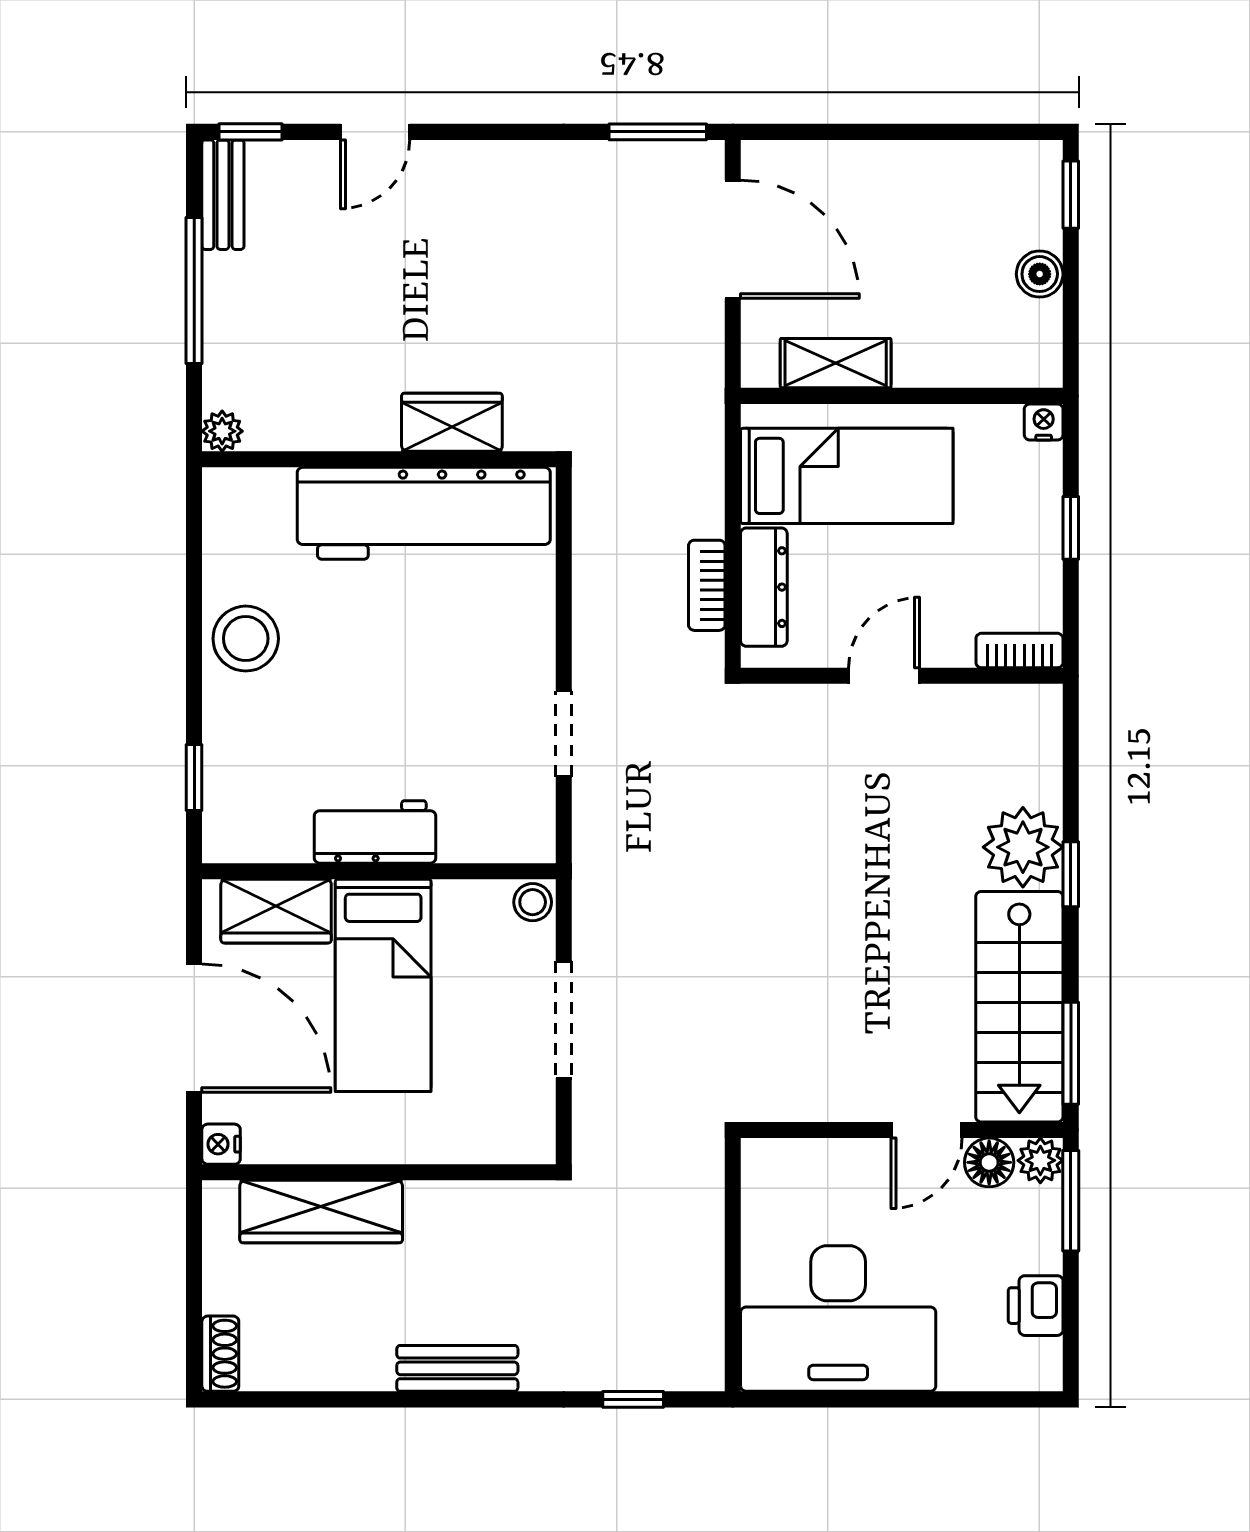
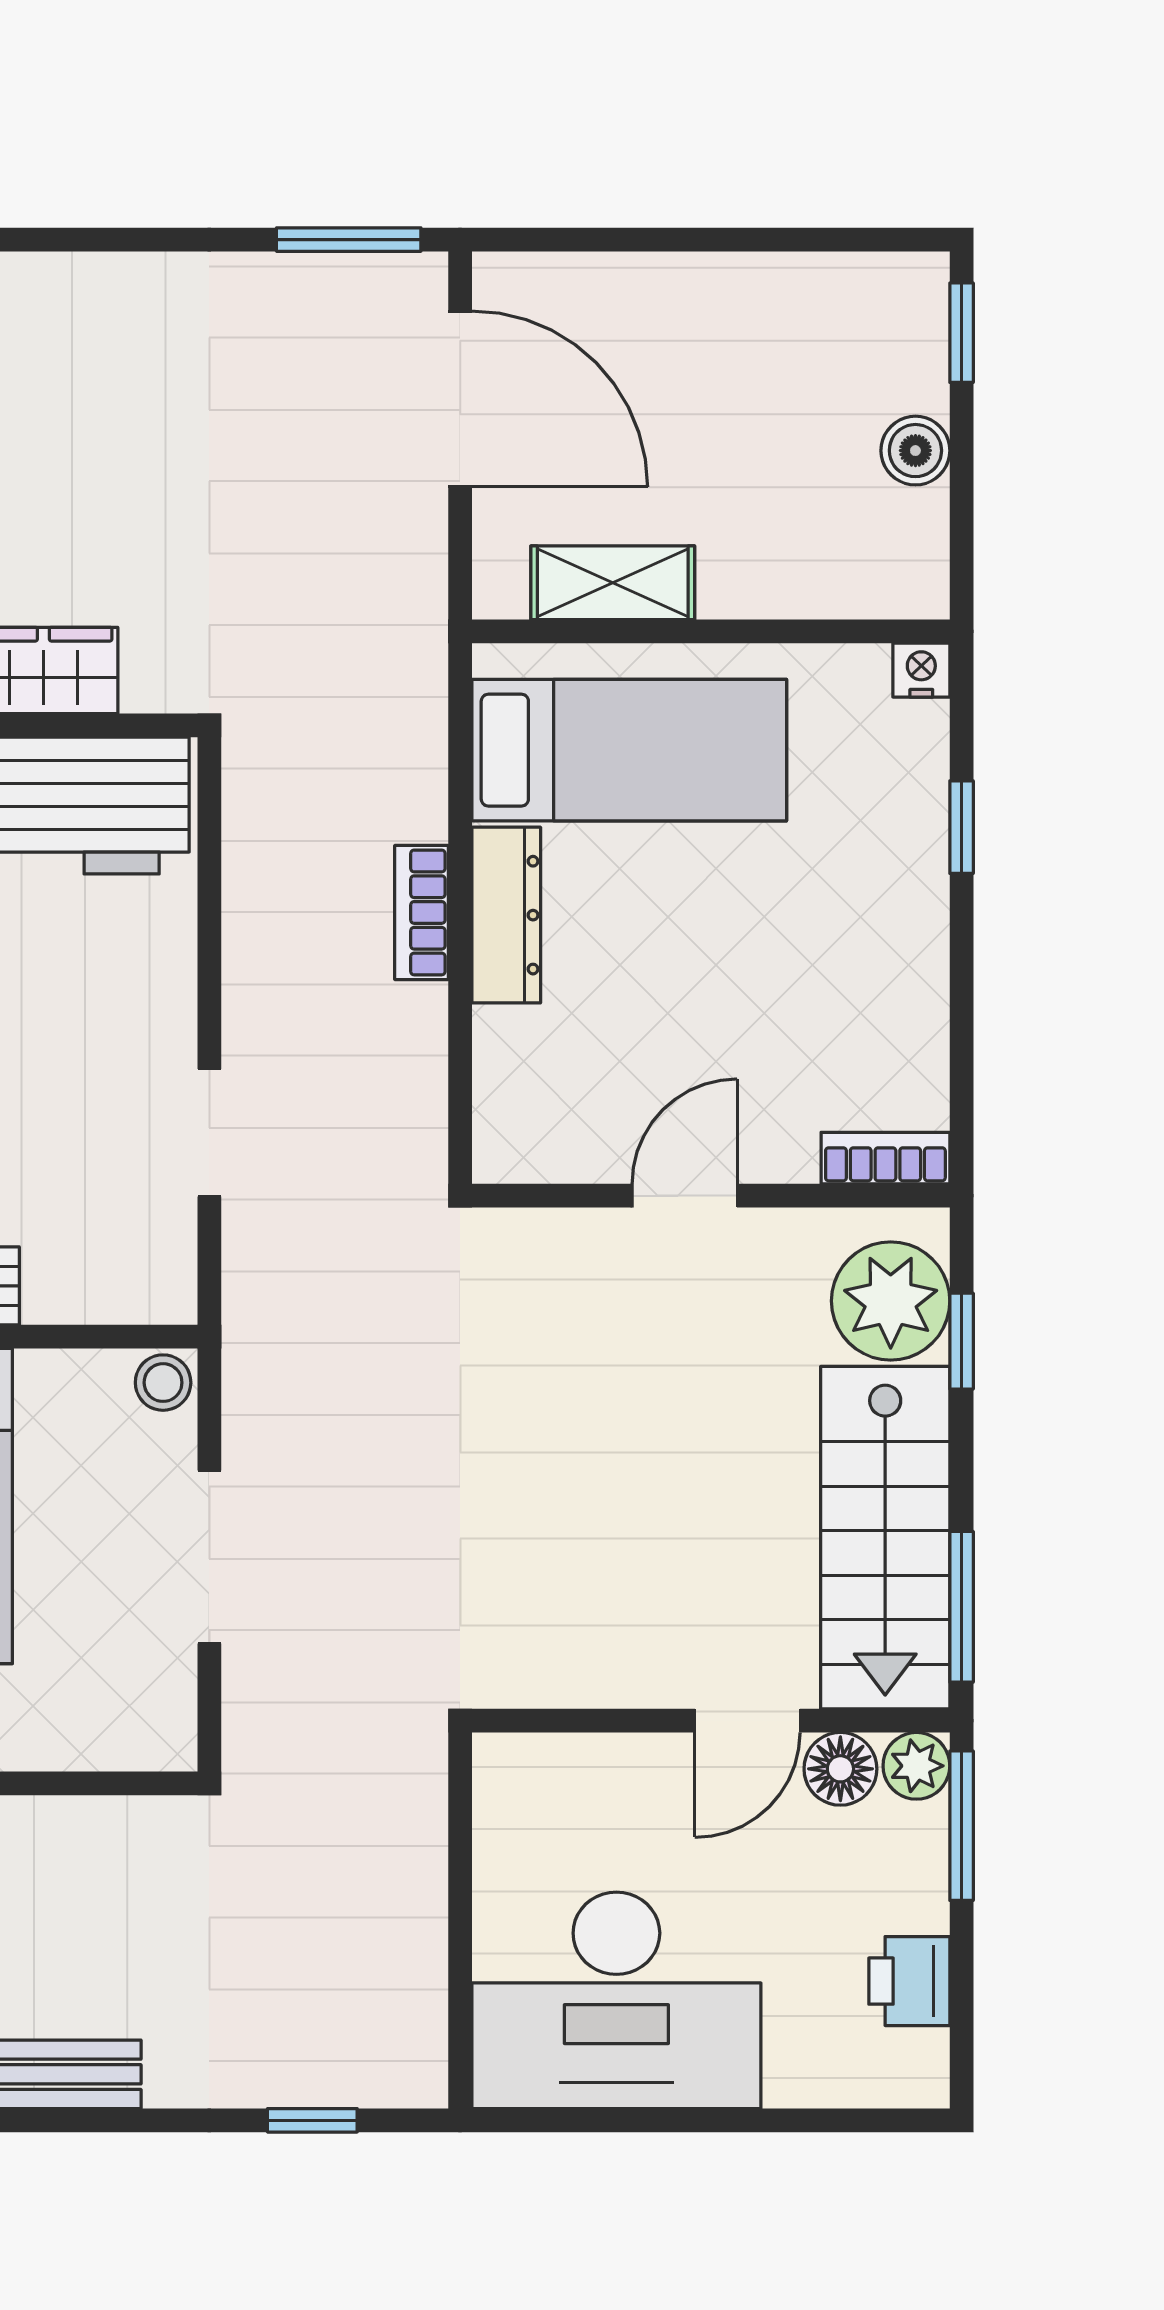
bookcase: (1019, 651) -> (885, 1158), moved
door: (884, 676) -> (685, 1196), moved
wall: (902, 676) -> (711, 1196), moved

